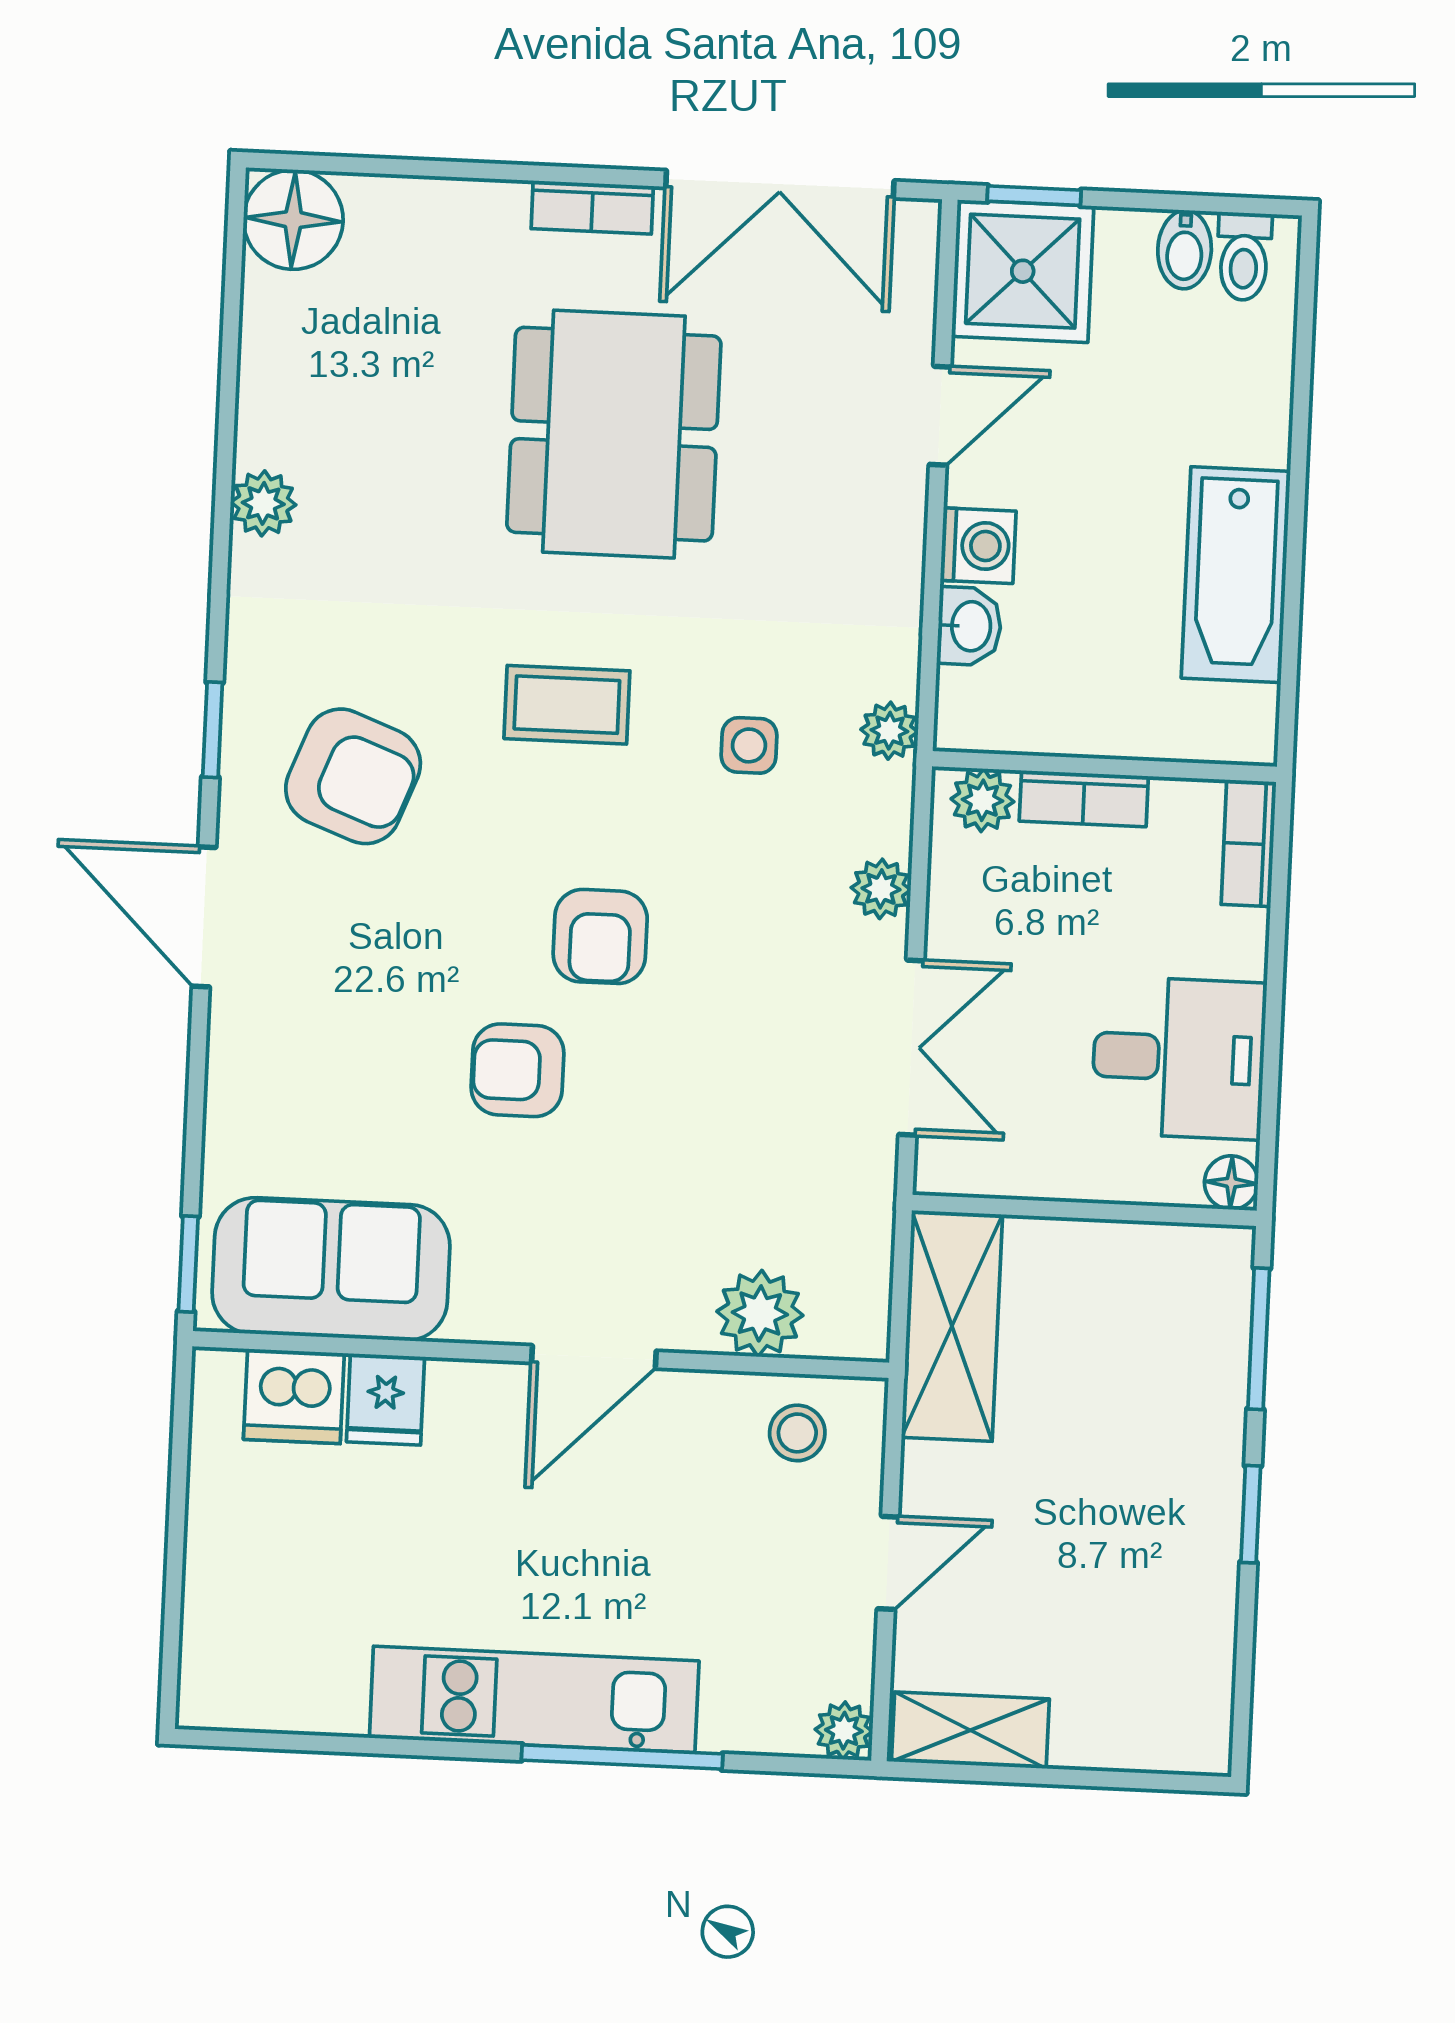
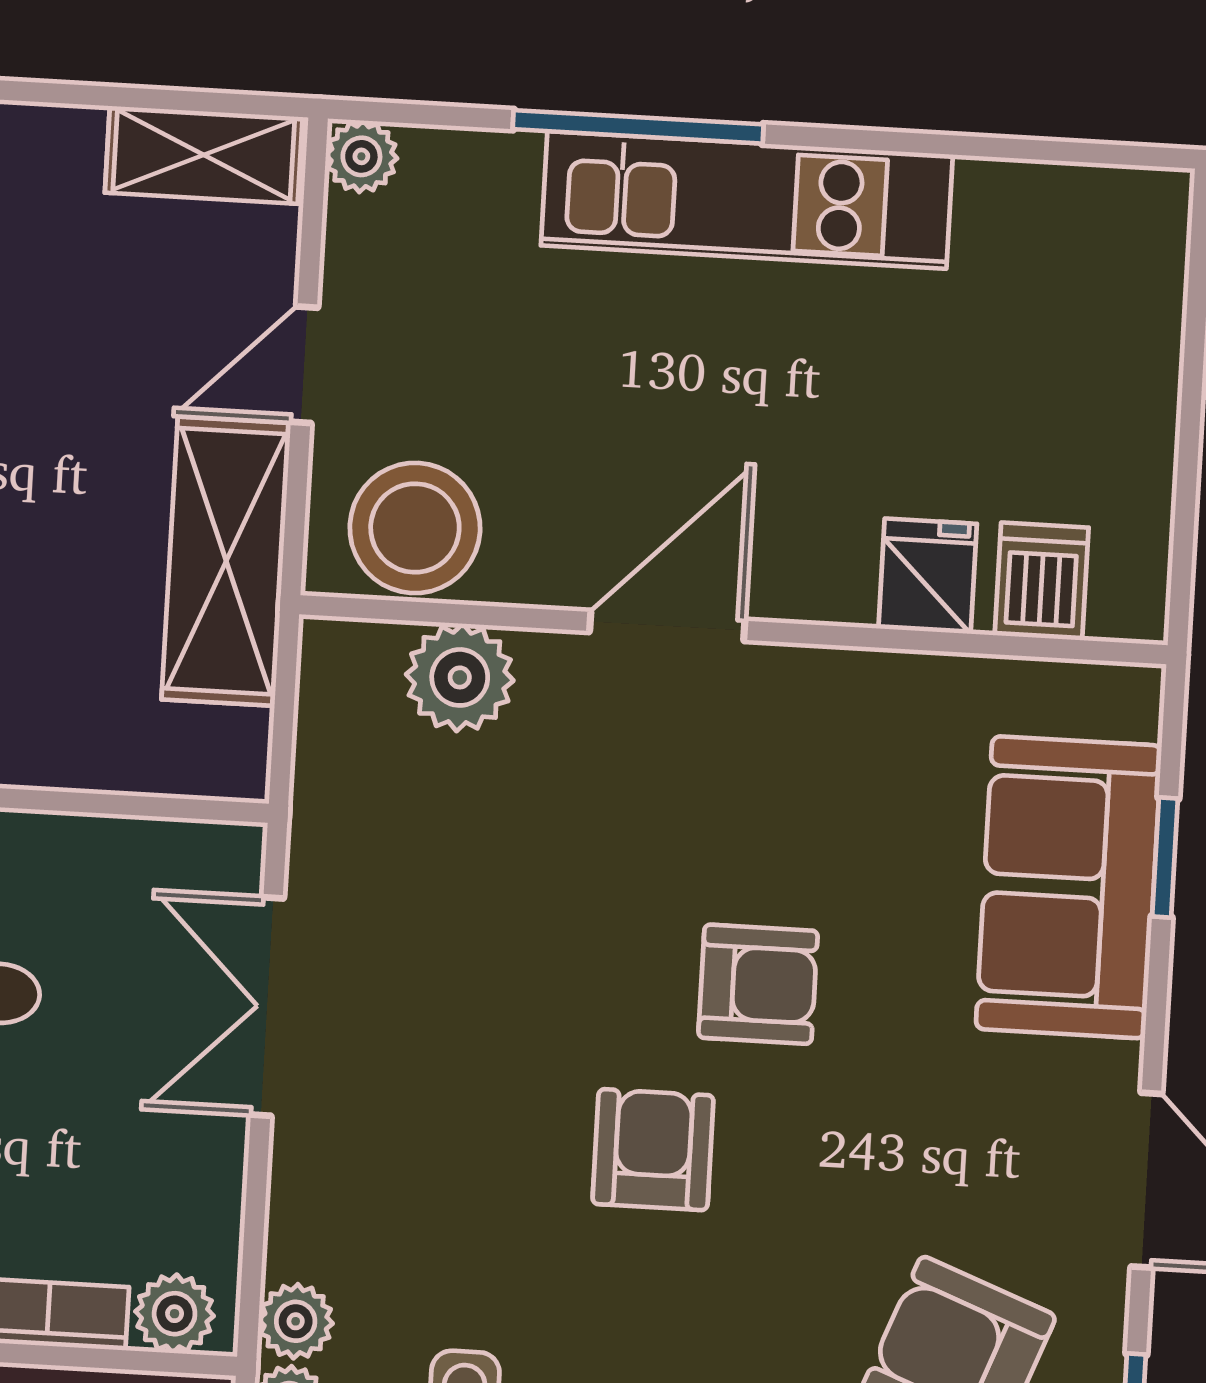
plant: (881, 889) -> (296, 1321), moved
window: (188, 1264) -> (1165, 857), moved
sofa: (331, 1269) -> (1069, 887), moved, turned 90
shelving: (952, 1326) -> (226, 561), moved
dishwasher: (294, 1396) -> (1042, 581), width x0.73
stool: (797, 1433) -> (415, 528), width x1.89, depth x1.89

